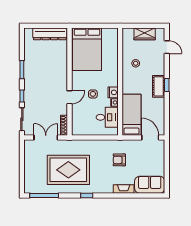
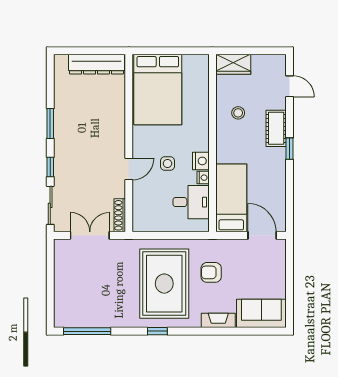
wardrobe: (145, 34) -> (233, 64), moved
cot: (159, 86) -> (276, 128), moved
rug: (68, 170) -> (164, 284), moved, turned 90

